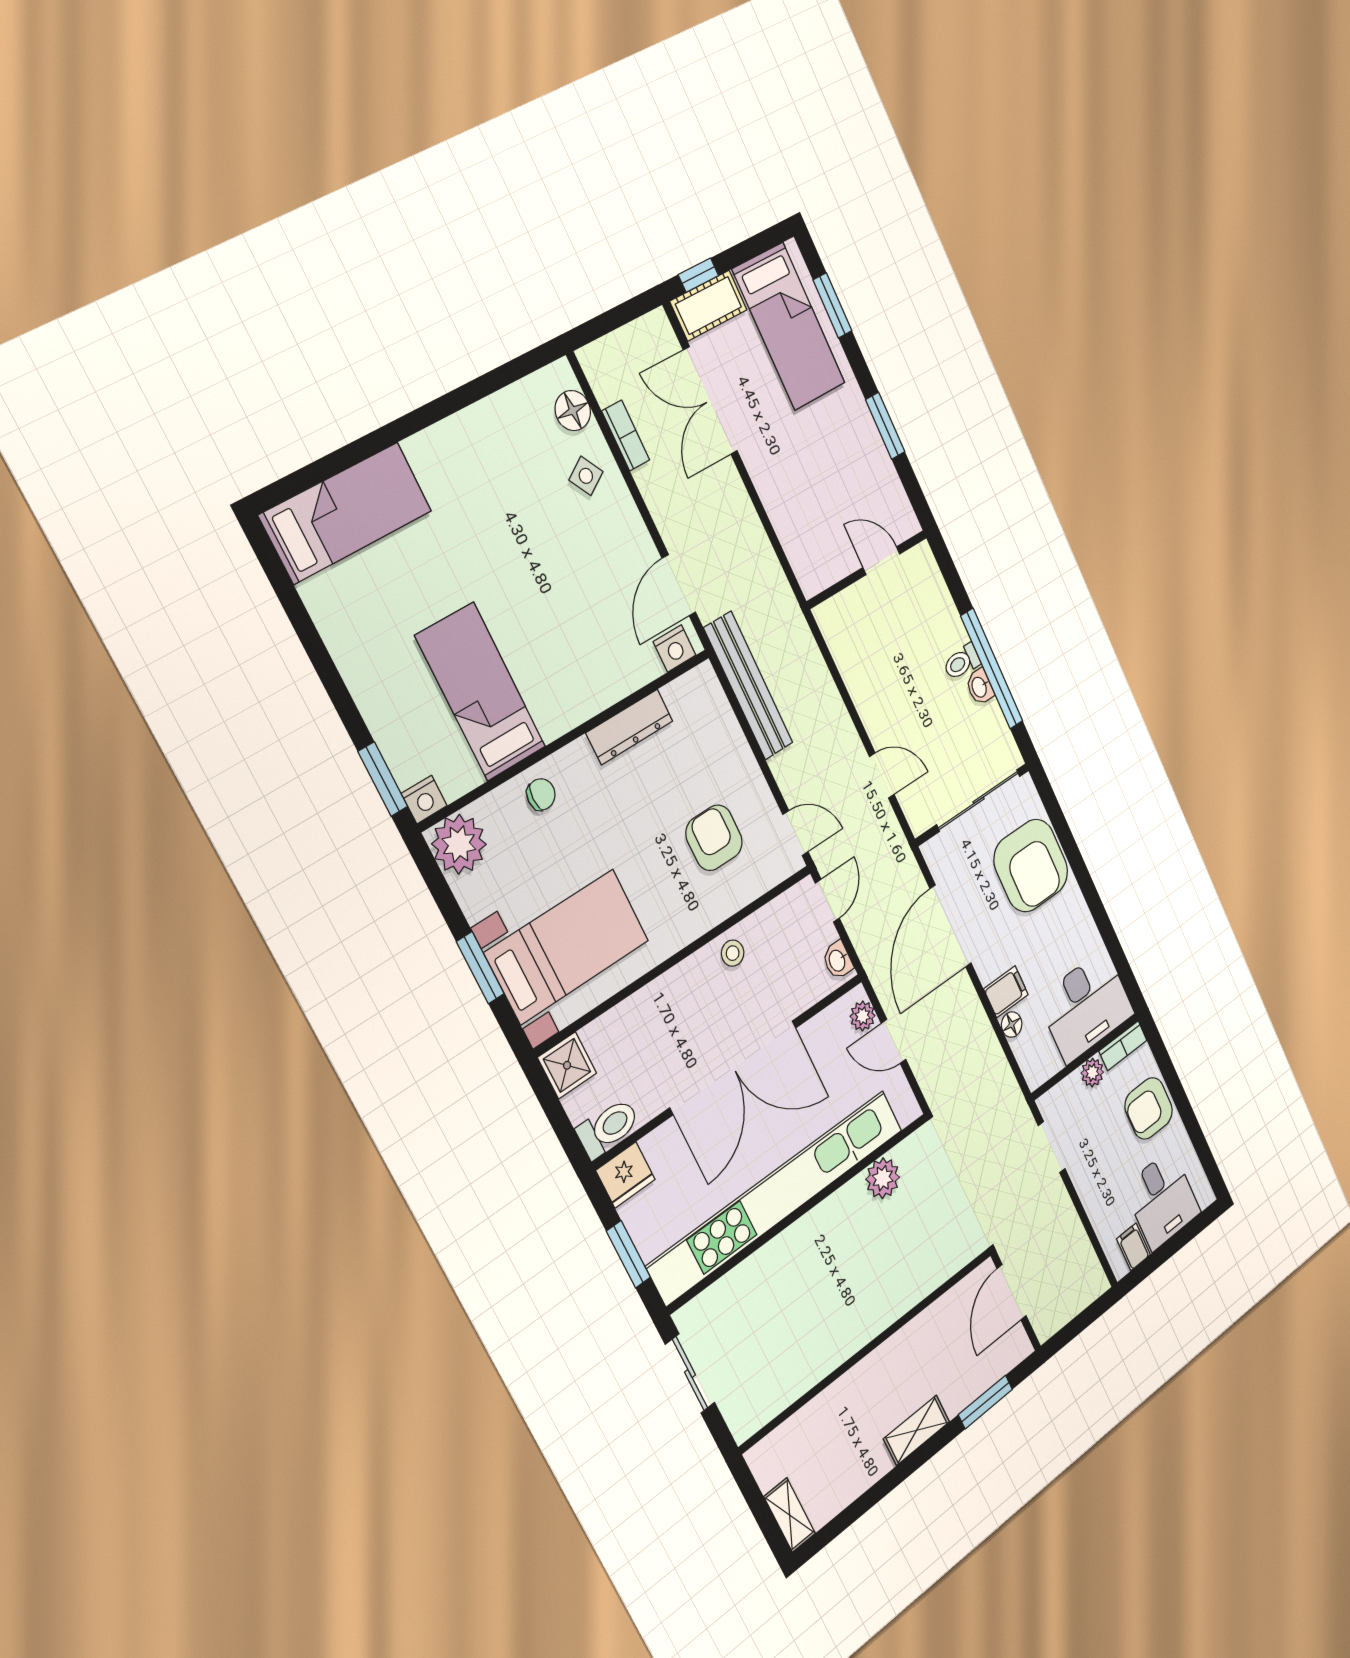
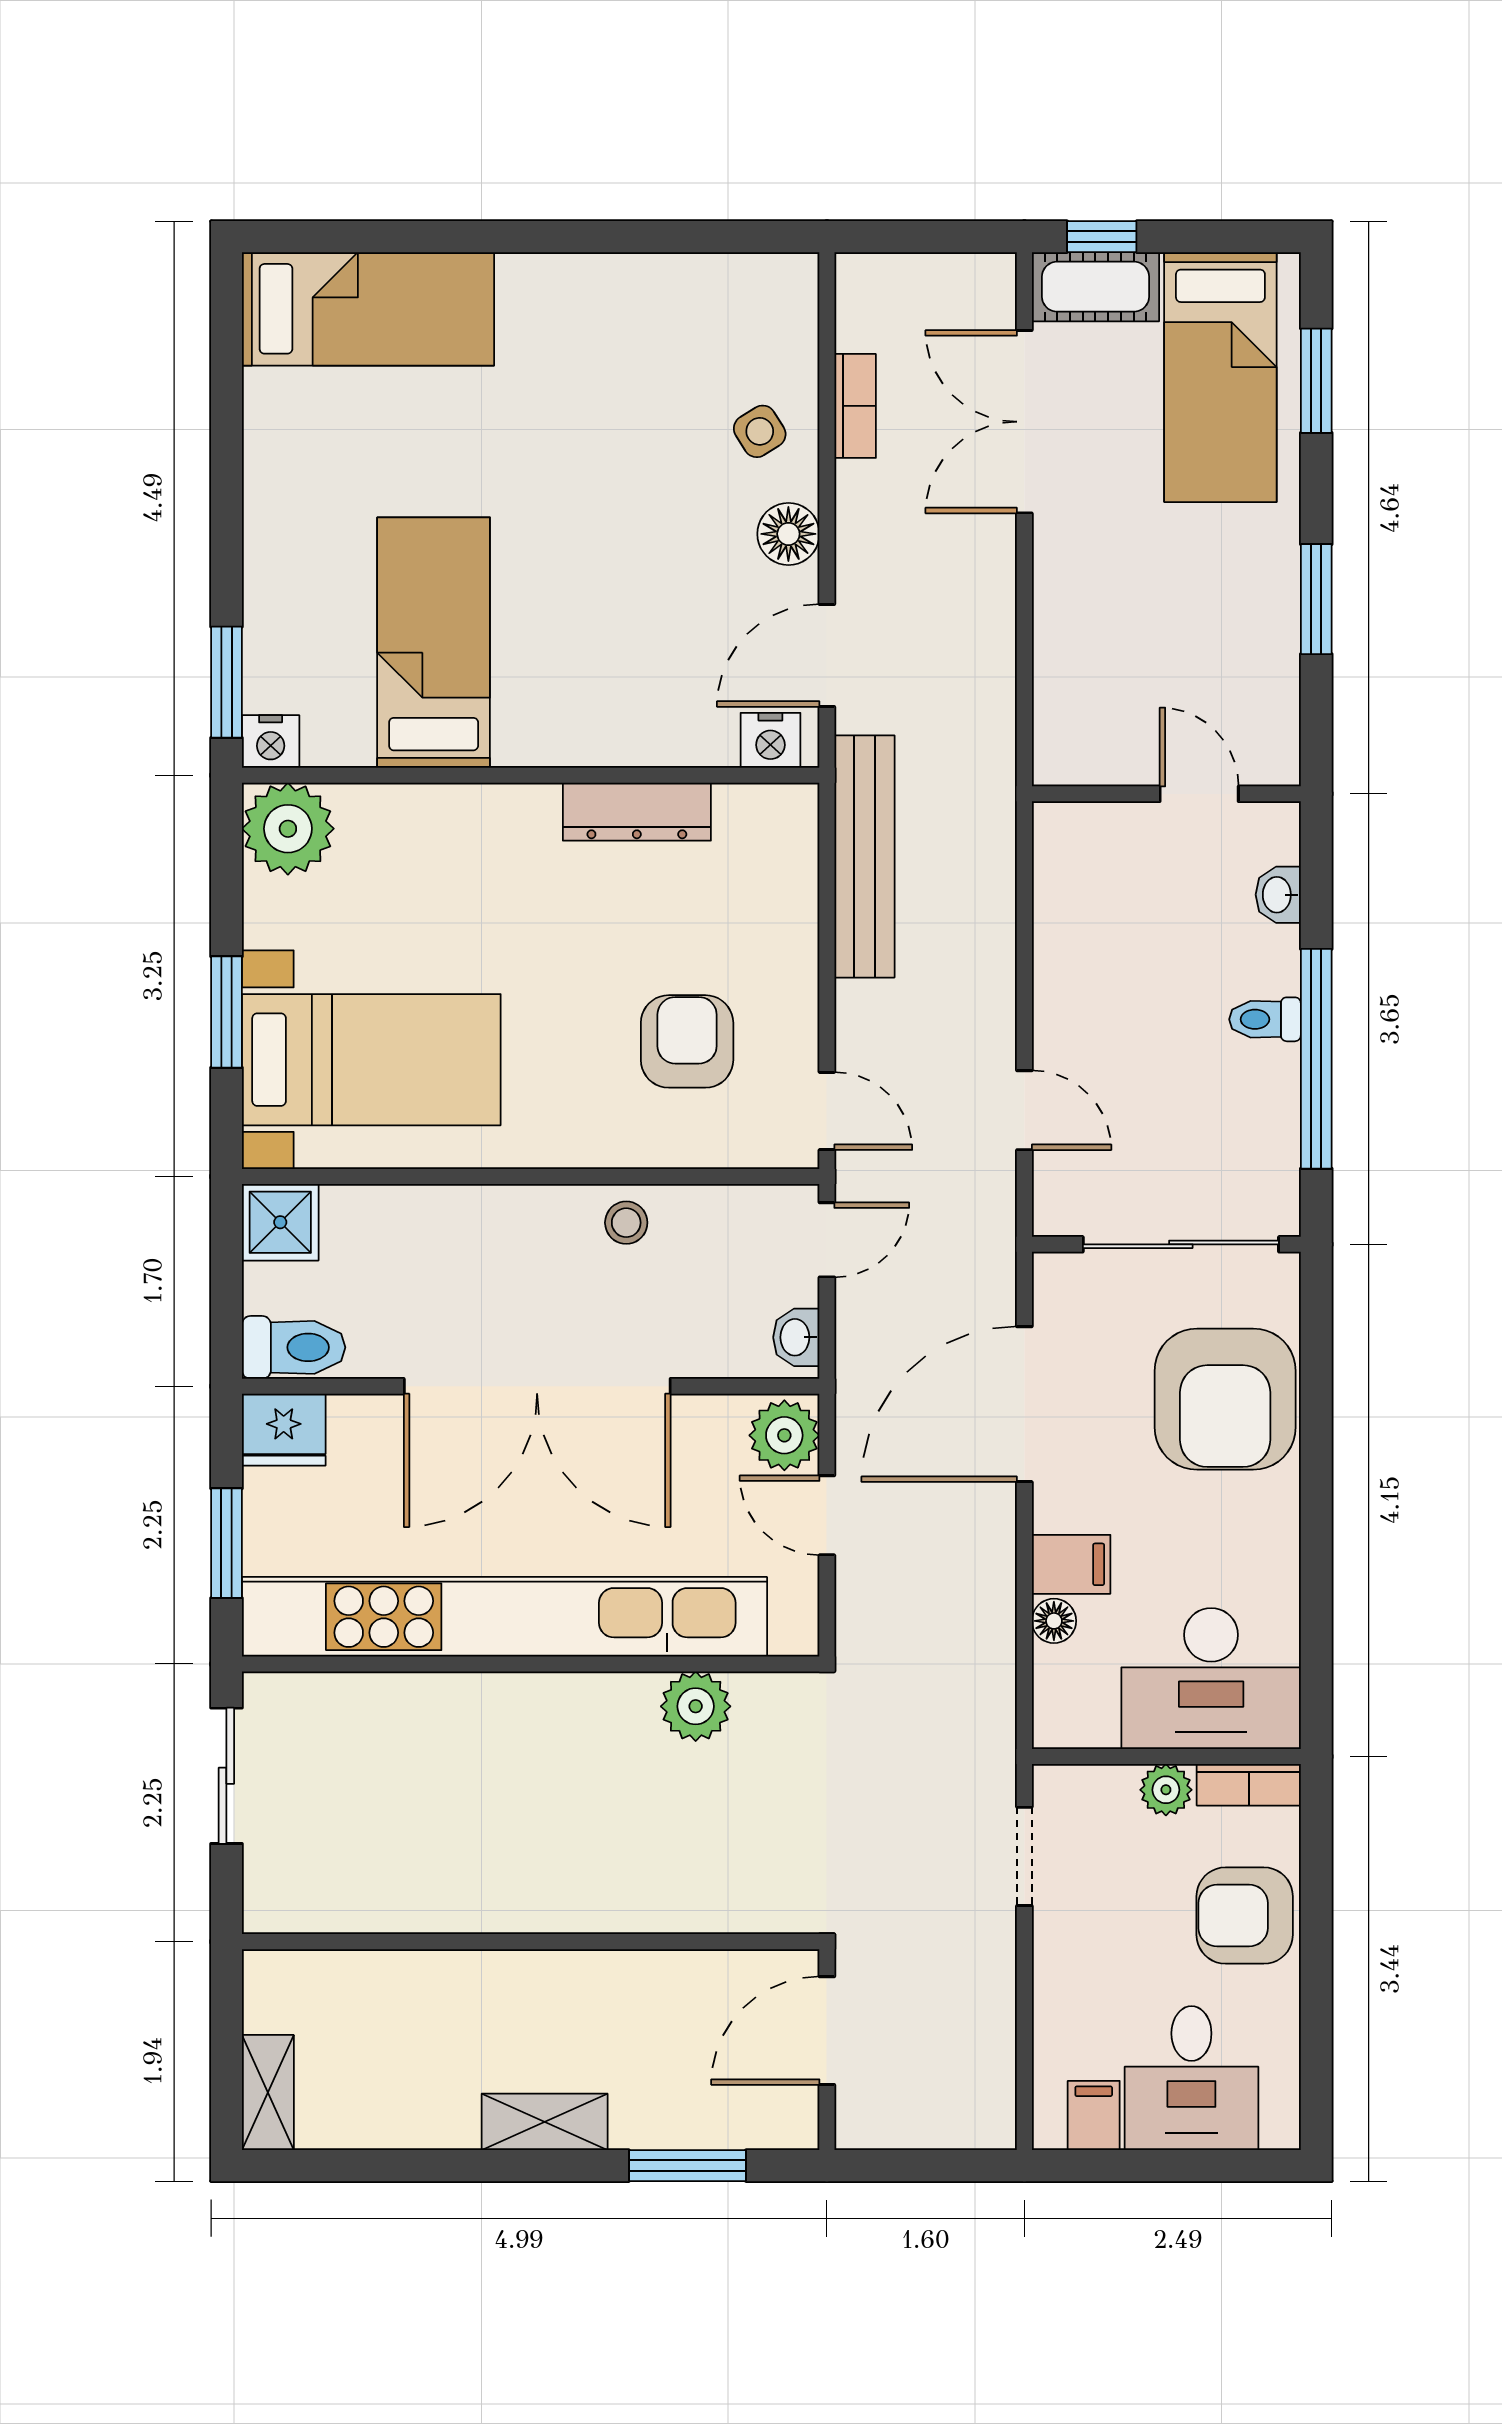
floor lamp: (573, 411) -> (788, 534), moved
washbasin: (980, 687) -> (1278, 895), moved
chair: (541, 794) -> (447, 830), removed
plant: (863, 1016) -> (784, 1435), width x1.38, depth x1.38

